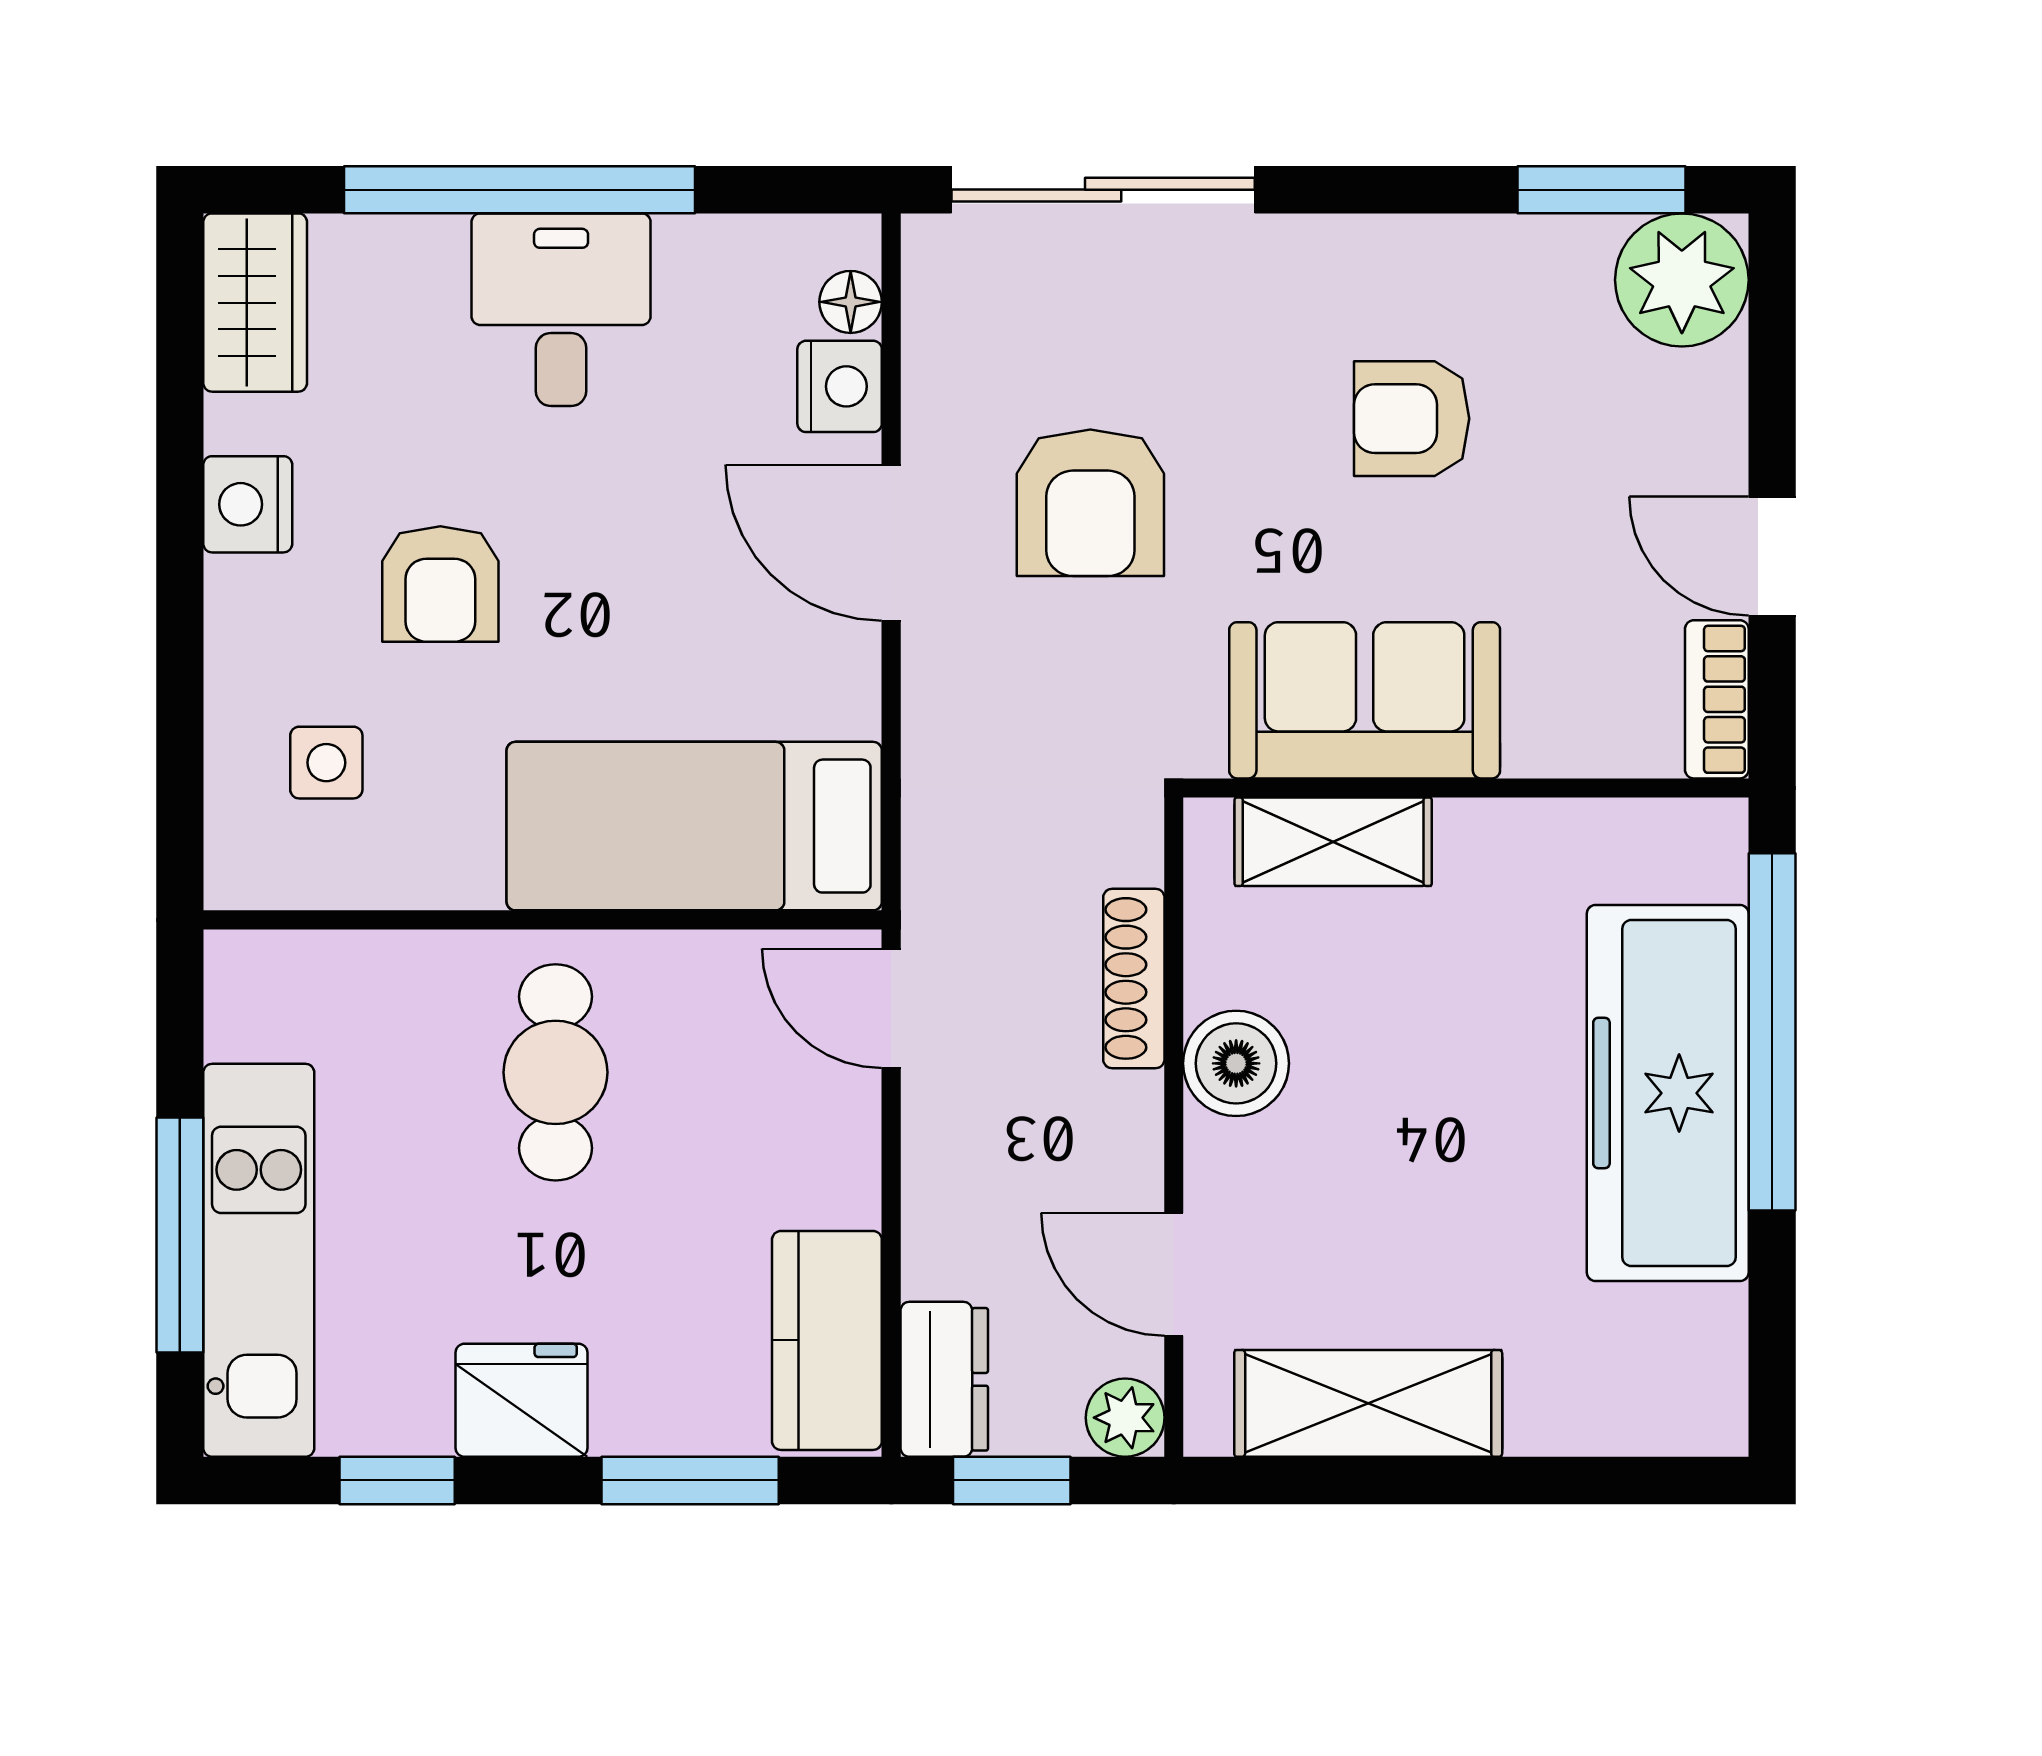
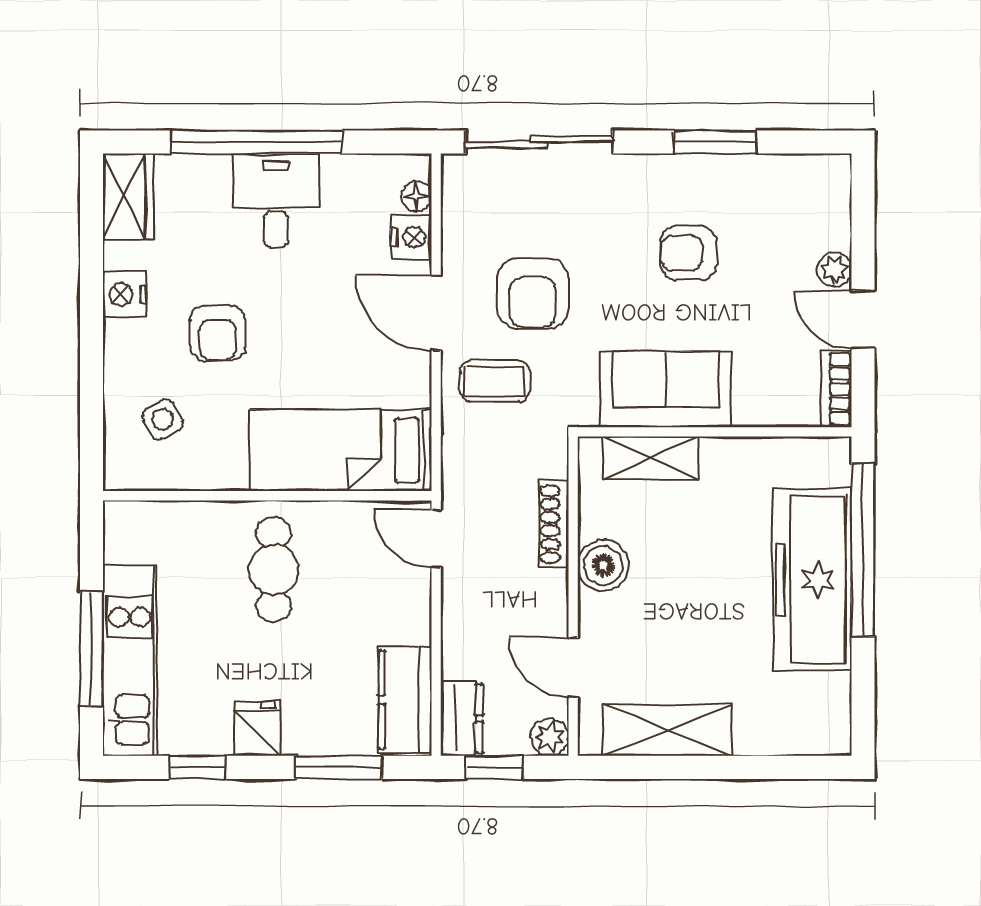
window: (1602, 190) -> (715, 142), moved
plant: (1682, 280) -> (834, 269), moved, width x0.53, depth x0.53
coffee table: (1012, 683) -> (495, 381), added
side table: (326, 763) -> (162, 420), turned -31
fridge: (521, 1400) -> (257, 729), width x0.72

